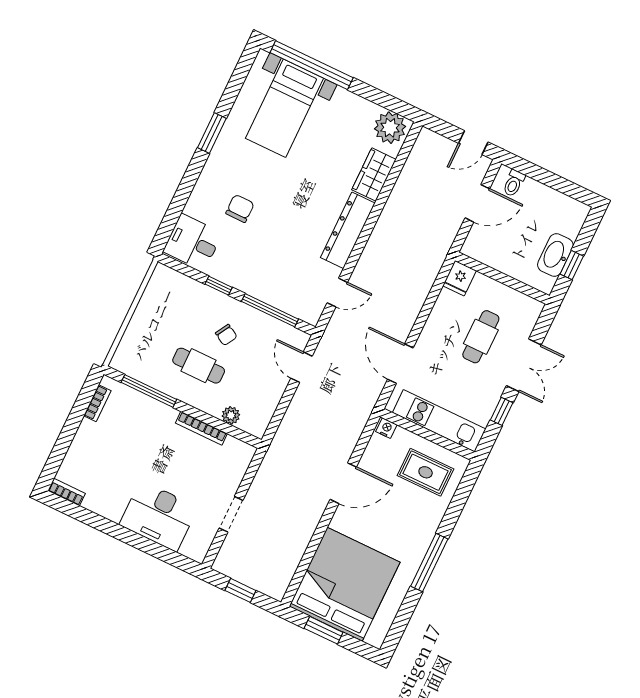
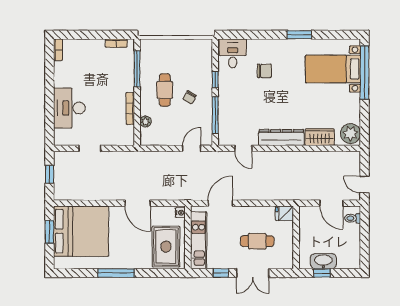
rug: (426, 472) -> (166, 247), width x1.36, depth x1.43

